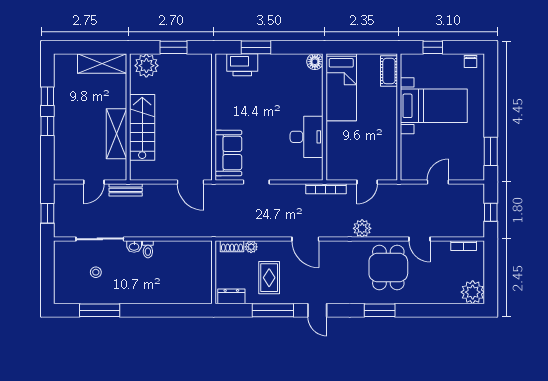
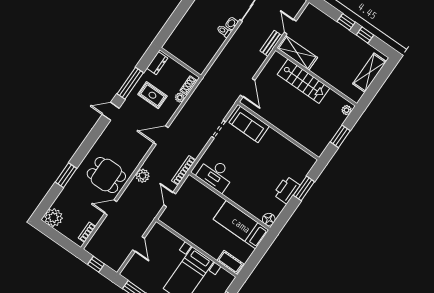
shelving: (102, 63) -> (369, 73), moved
printer: (242, 65) -> (286, 190), moved
plant: (146, 66) -> (347, 110), width x0.53, depth x0.53
shelving: (116, 134) -> (297, 53), moved
desk: (307, 137) -> (216, 175), moved
door: (191, 182) -> (248, 88), swing flipped
window: (380, 310) -> (66, 175), moved

